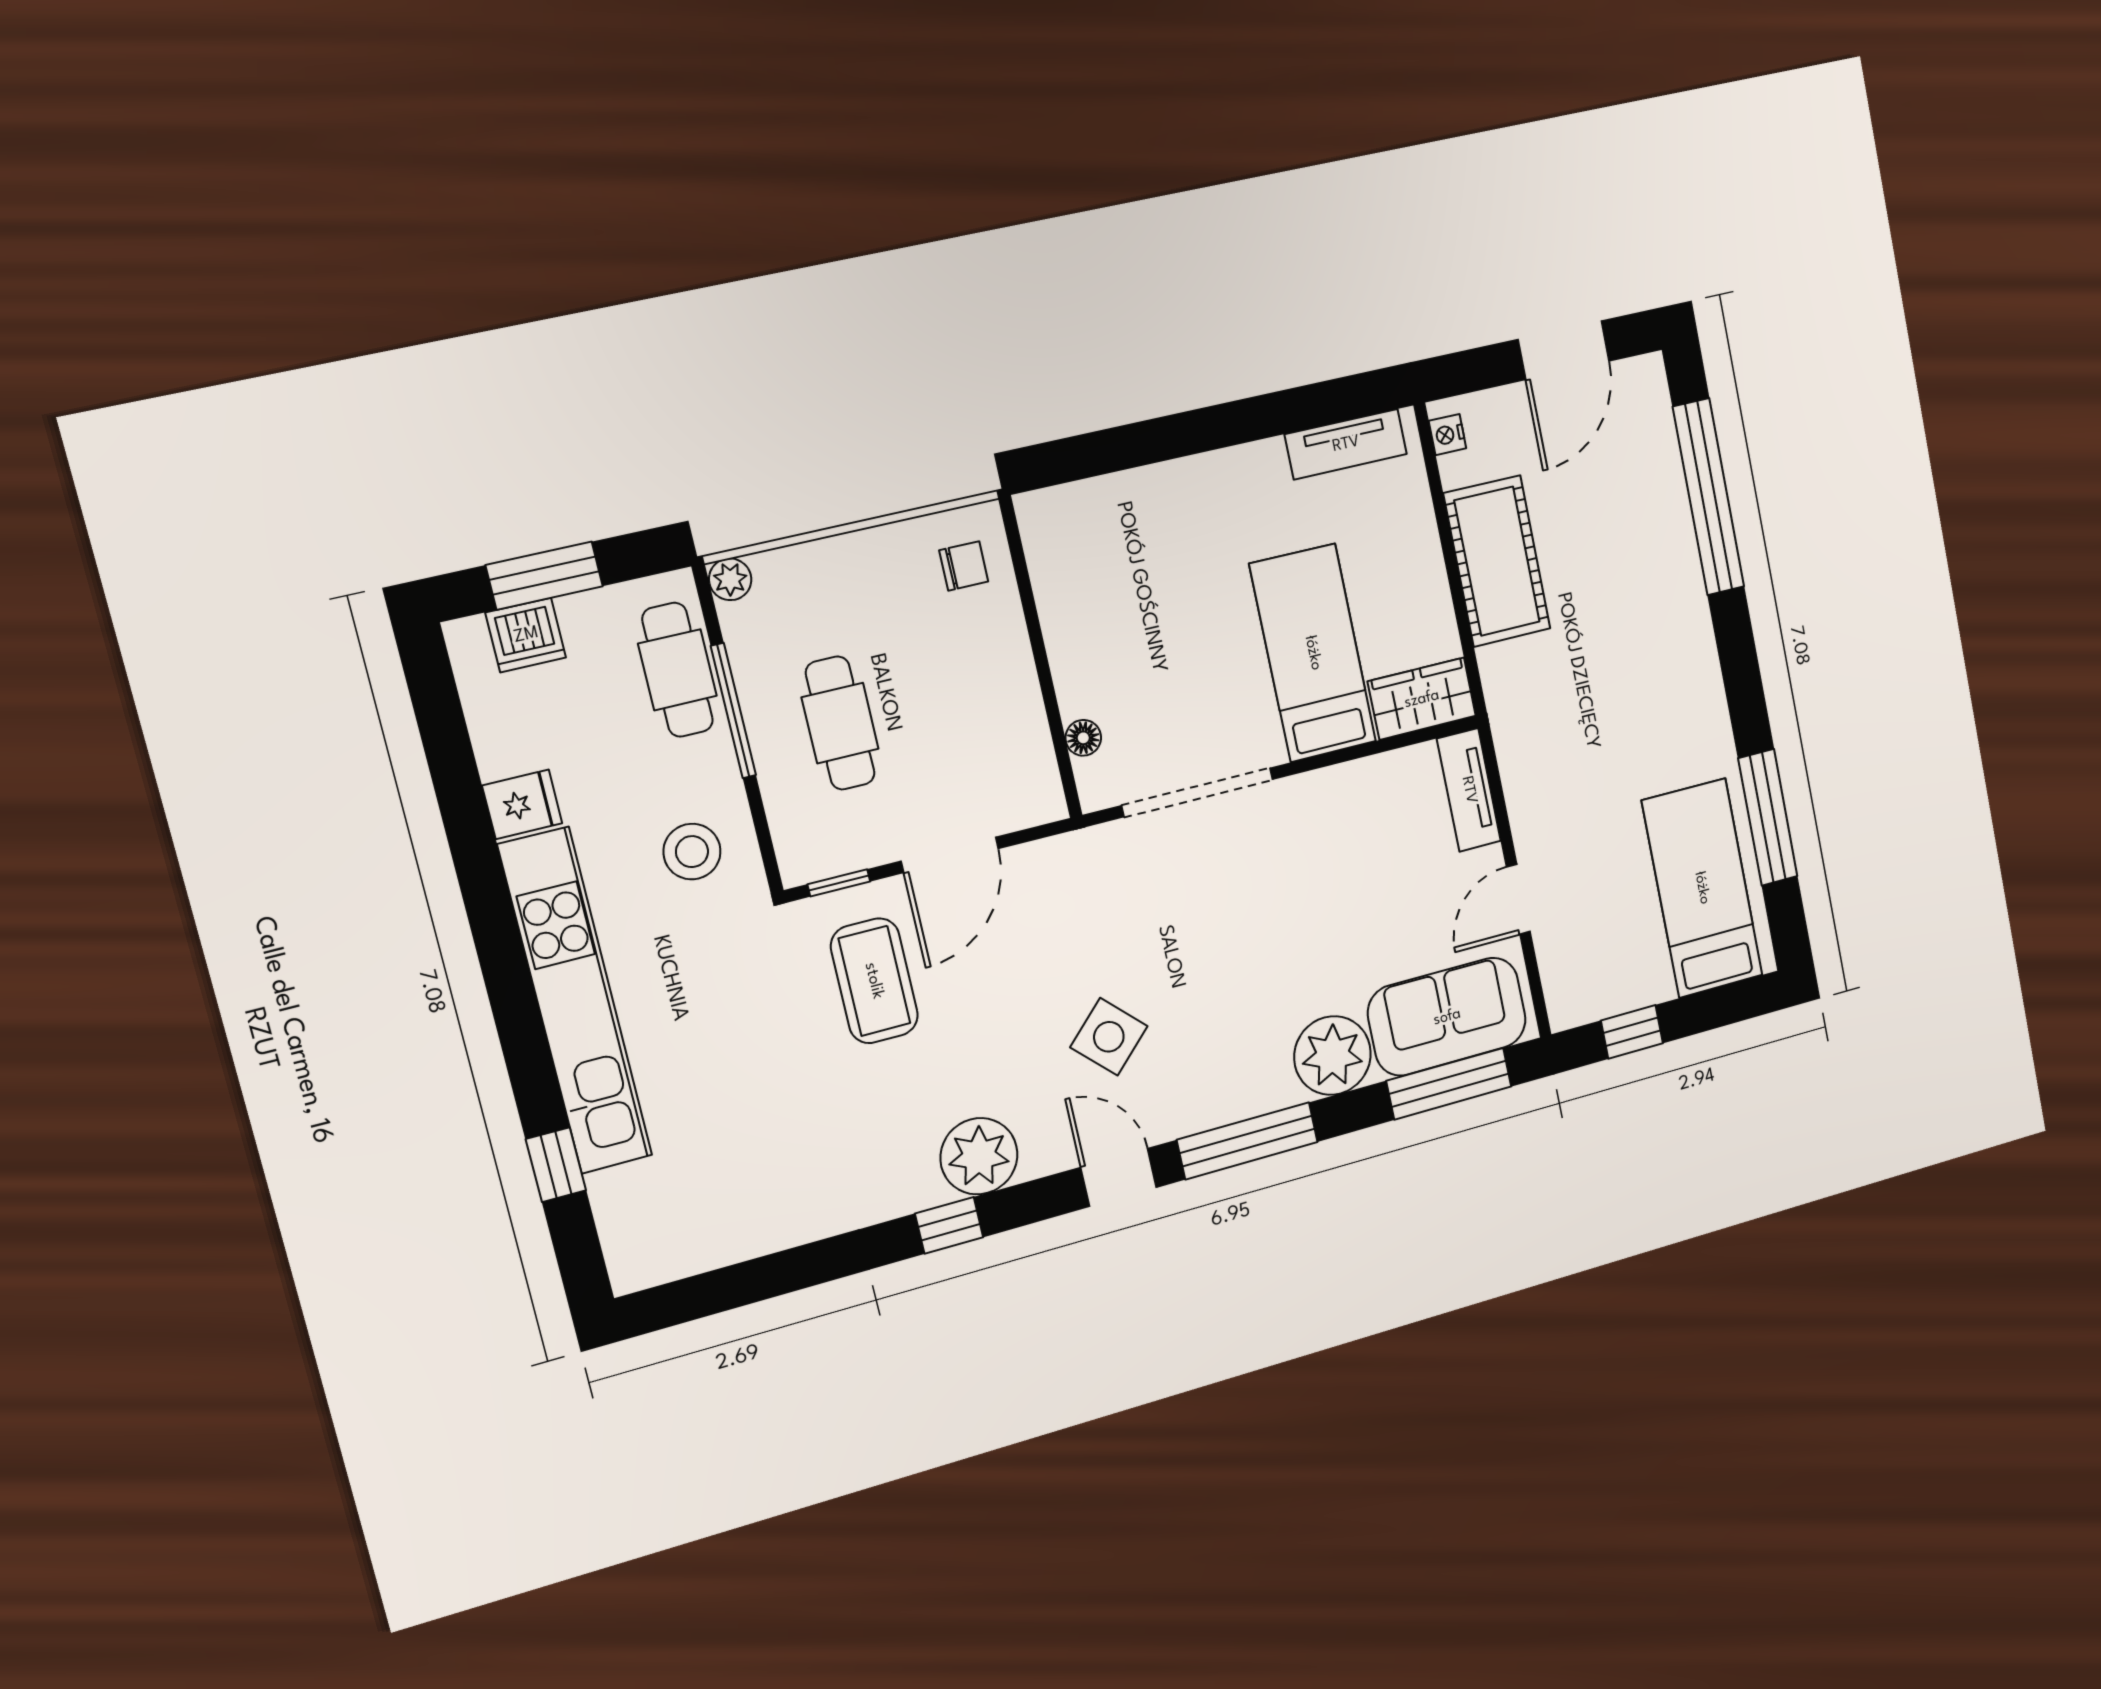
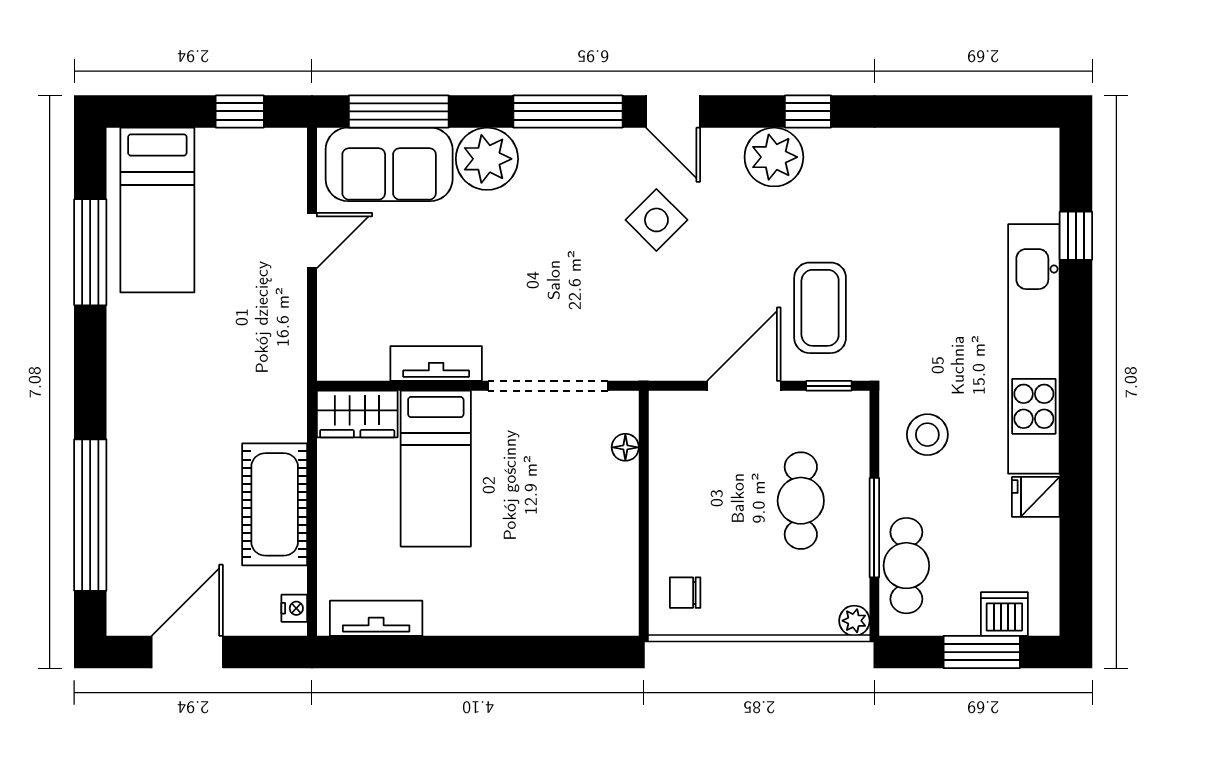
tv unit: (1469, 790) -> (436, 363), moved, turned -90

